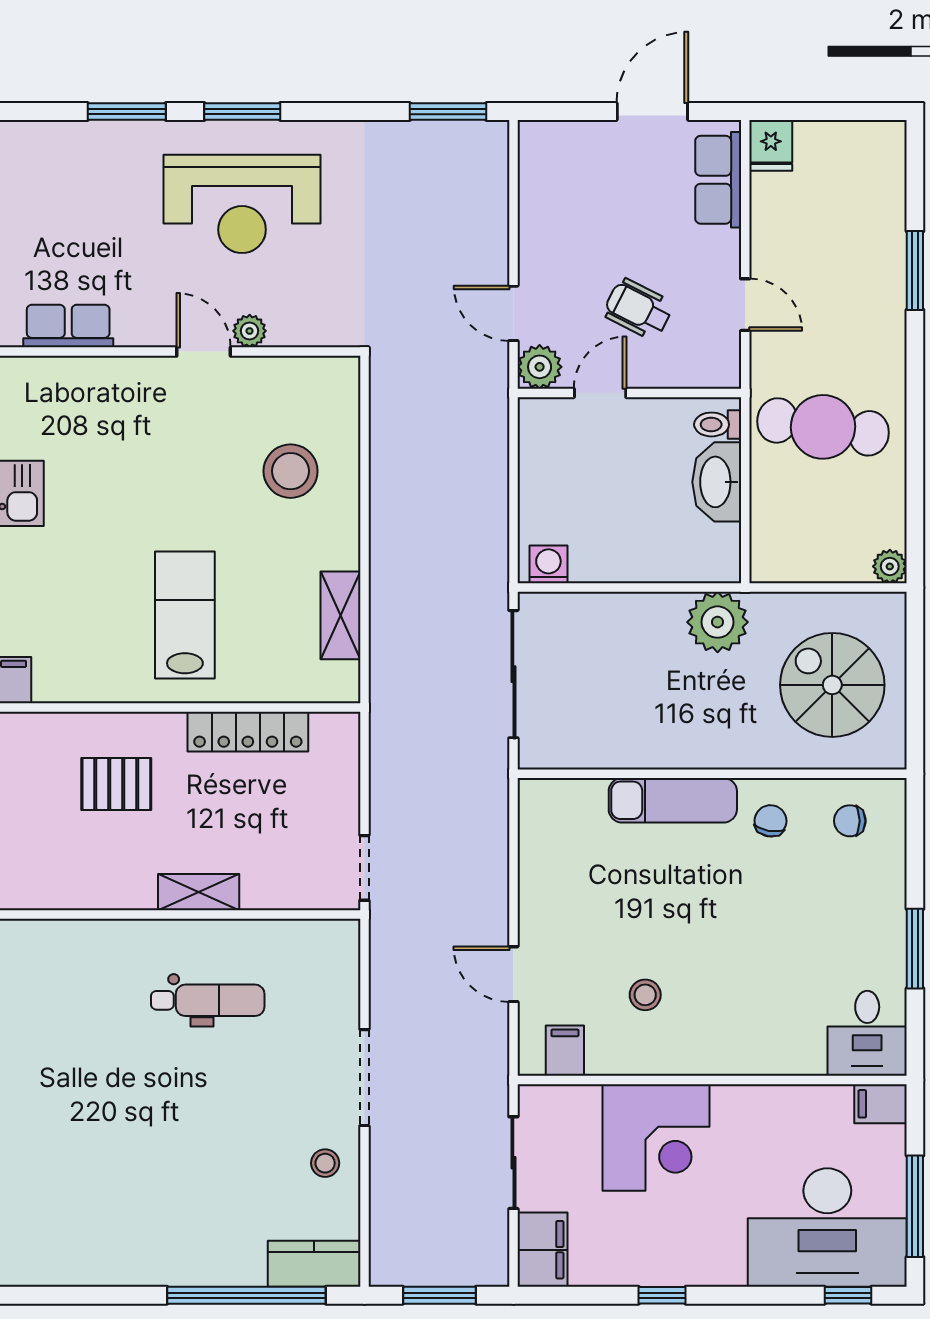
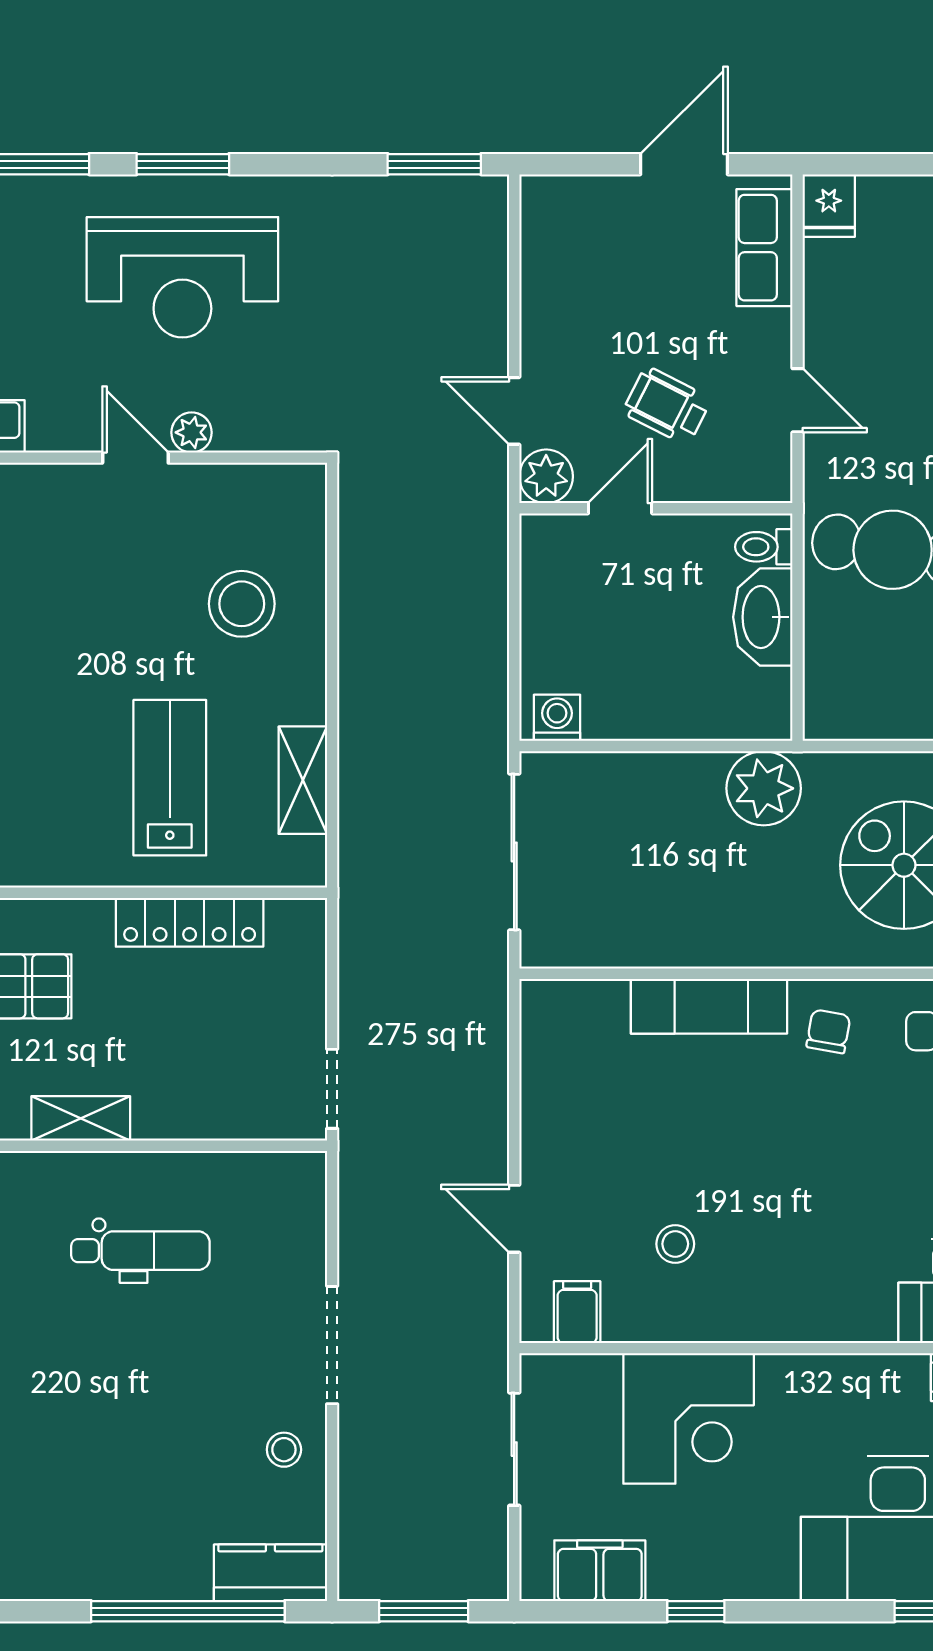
lab bench: (185, 615) -> (170, 778), moved
shelving: (199, 892) -> (81, 1118), moved
filing cabinet: (542, 1250) -> (600, 1571), moved, turned -90

